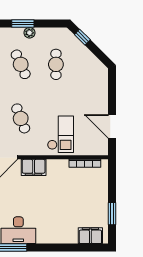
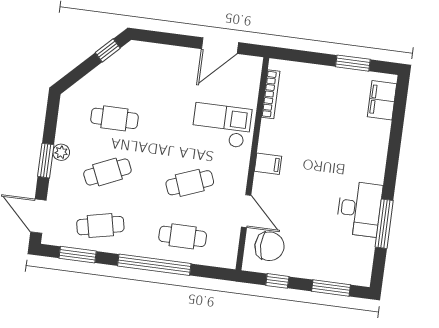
window: (82, 37) -> (108, 50), moved
filing cabinet: (34, 167) -> (268, 164), width x0.50

